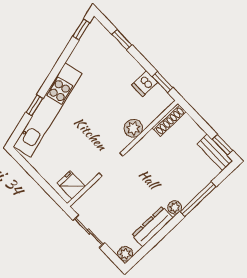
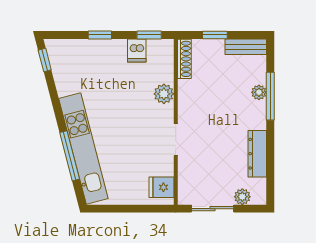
window: (122, 40) -> (100, 35), moved
window: (34, 105) -> (70, 156), width x2.17
window: (222, 145) -> (215, 35), moved
plant: (175, 207) -> (259, 92), moved
plant: (125, 254) -> (242, 197), moved

